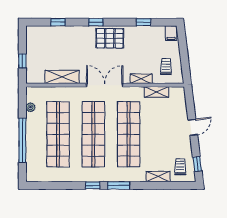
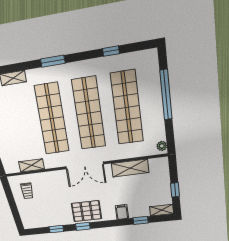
window: (96, 22) -> (83, 226), moved
filing cabinet: (171, 33) -> (122, 212), moved
window: (22, 61) -> (175, 190), moved
shelving: (141, 79) -> (162, 210), moved
plant: (30, 107) -> (162, 146), moved
window: (93, 185) -> (111, 51), moved

